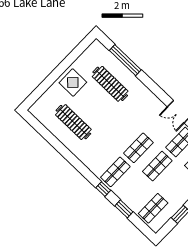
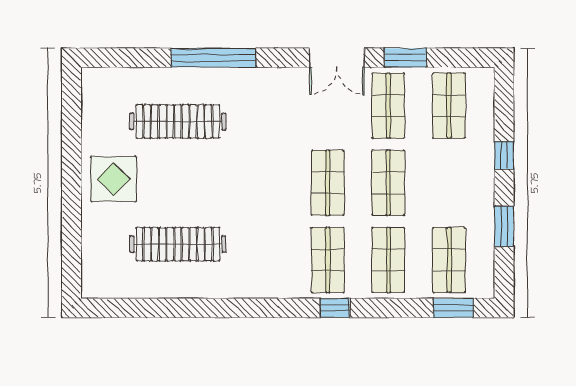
window: (125, 60) -> (214, 58), moved
shop shelf: (134, 190) -> (388, 260), added
window: (124, 209) -> (453, 308), moved

